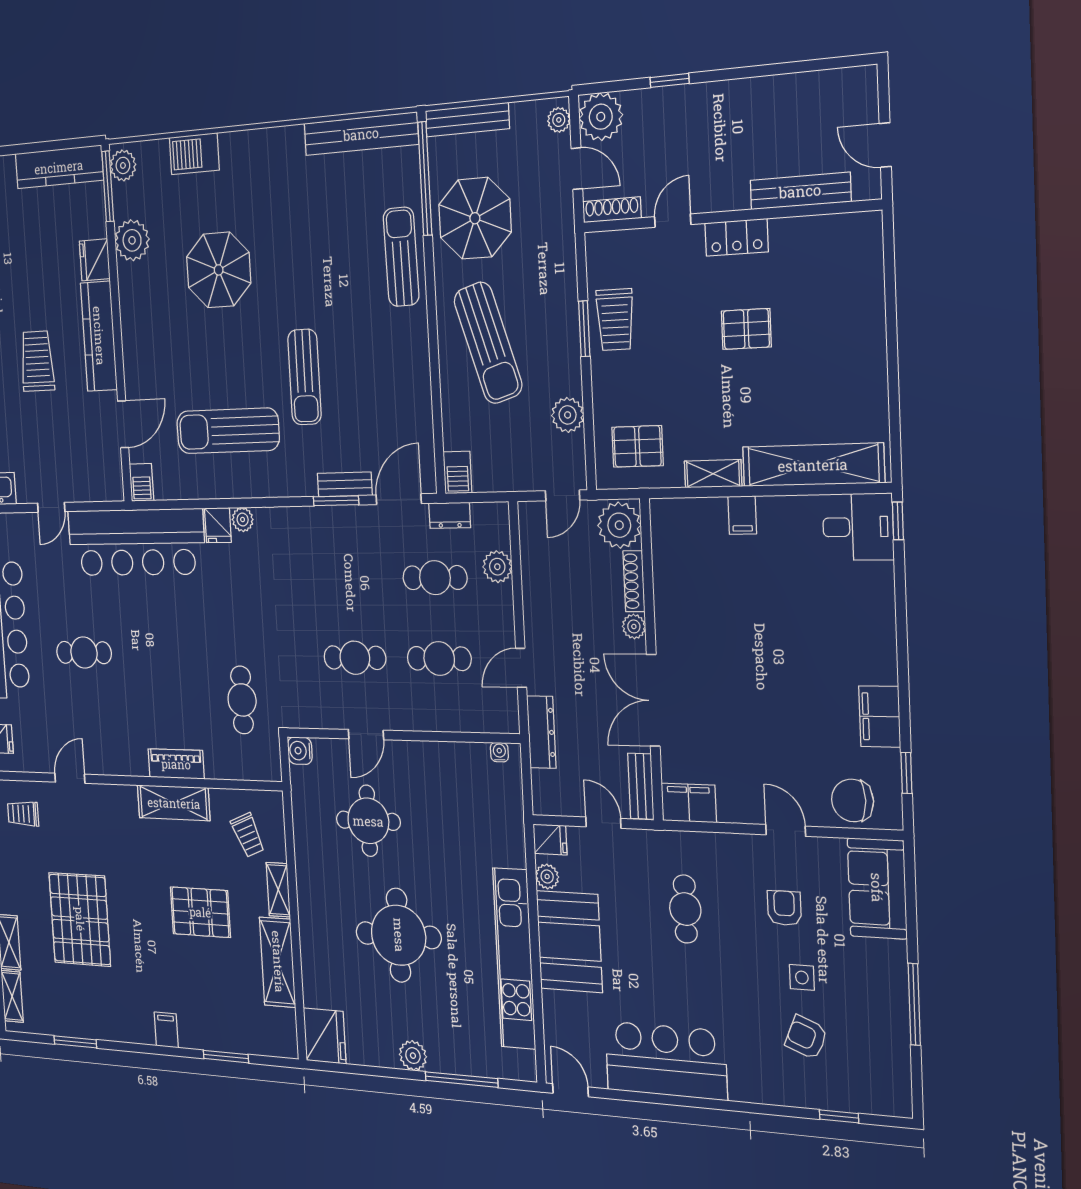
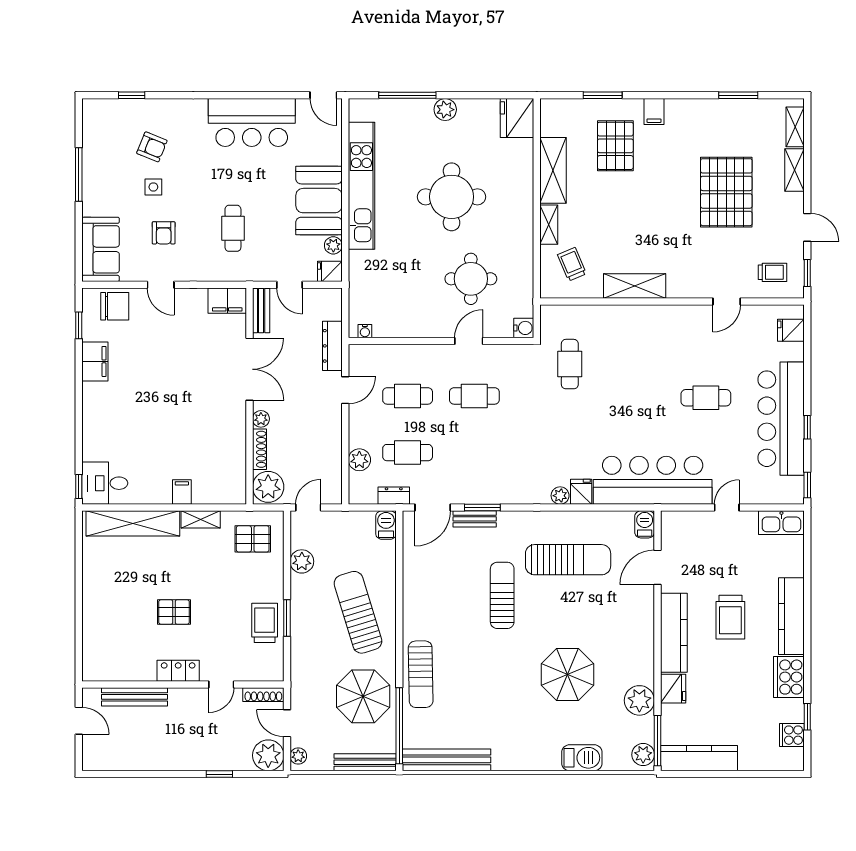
piano: (176, 764) -> (630, 315), removed
pallet: (200, 912) -> (615, 146), moved, turned 90

